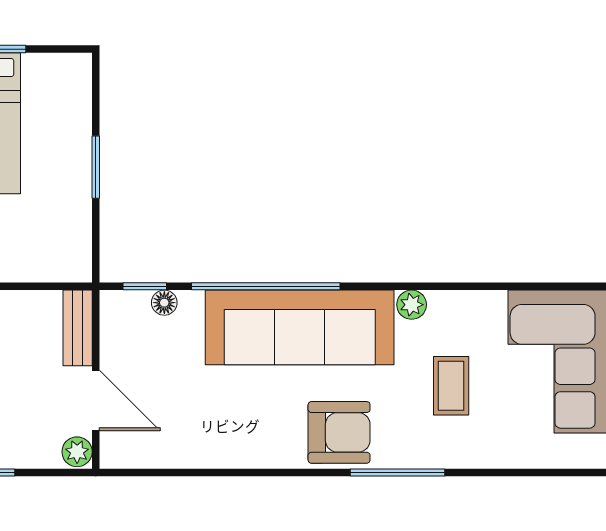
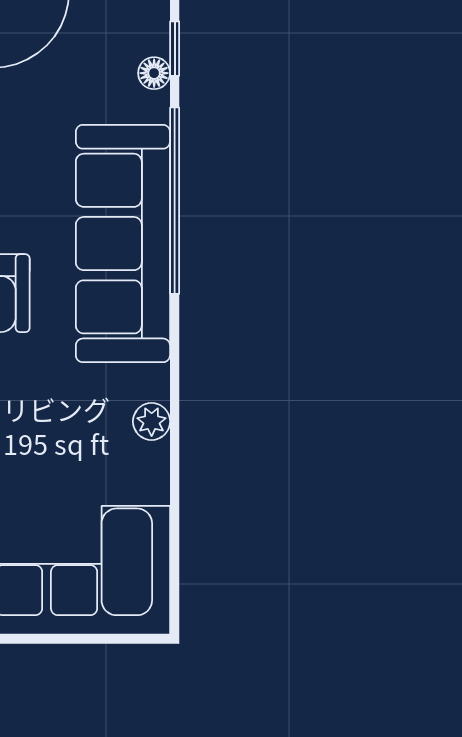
plant: (412, 305) -> (152, 421), moved
coffee table: (451, 386) -> (50, 434), removed

